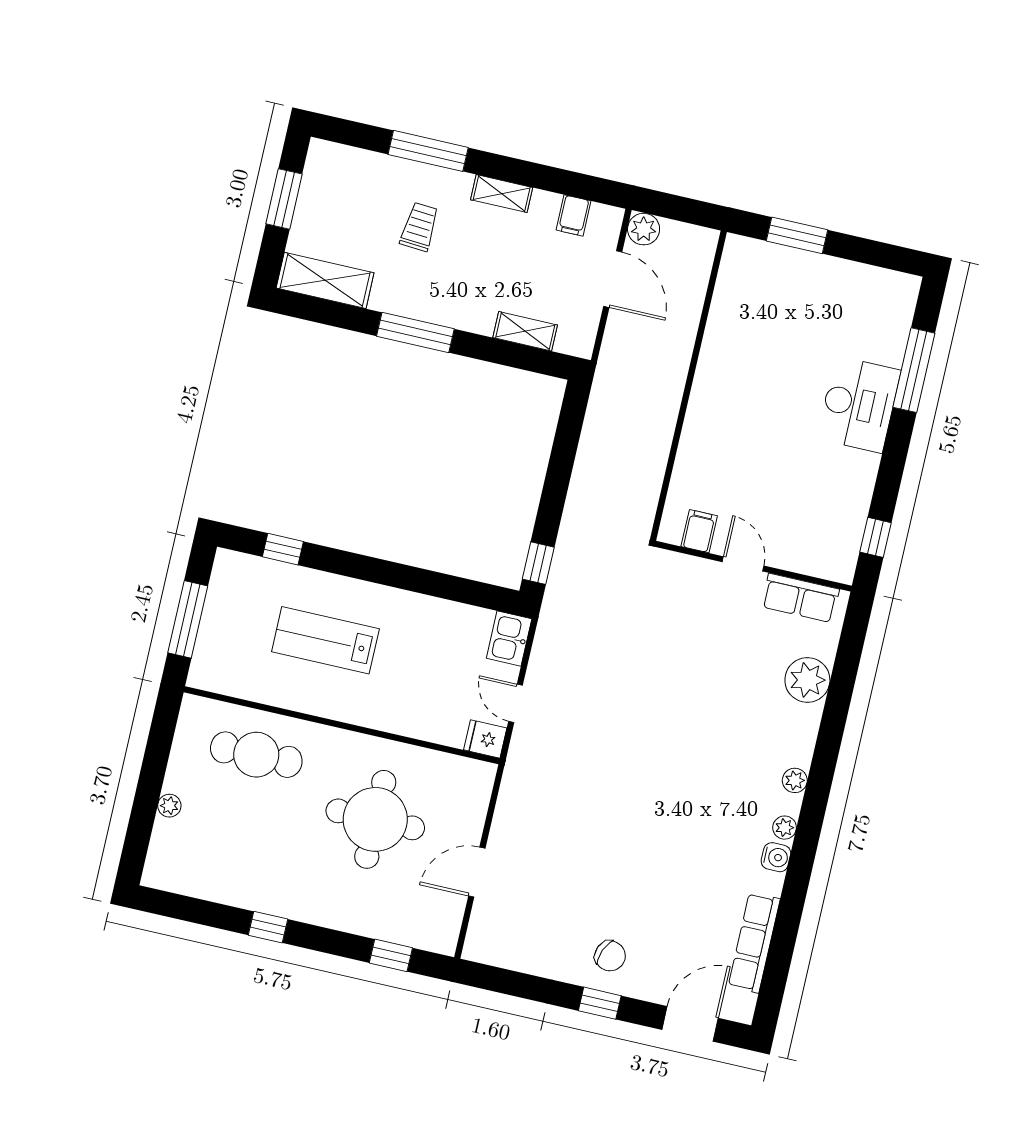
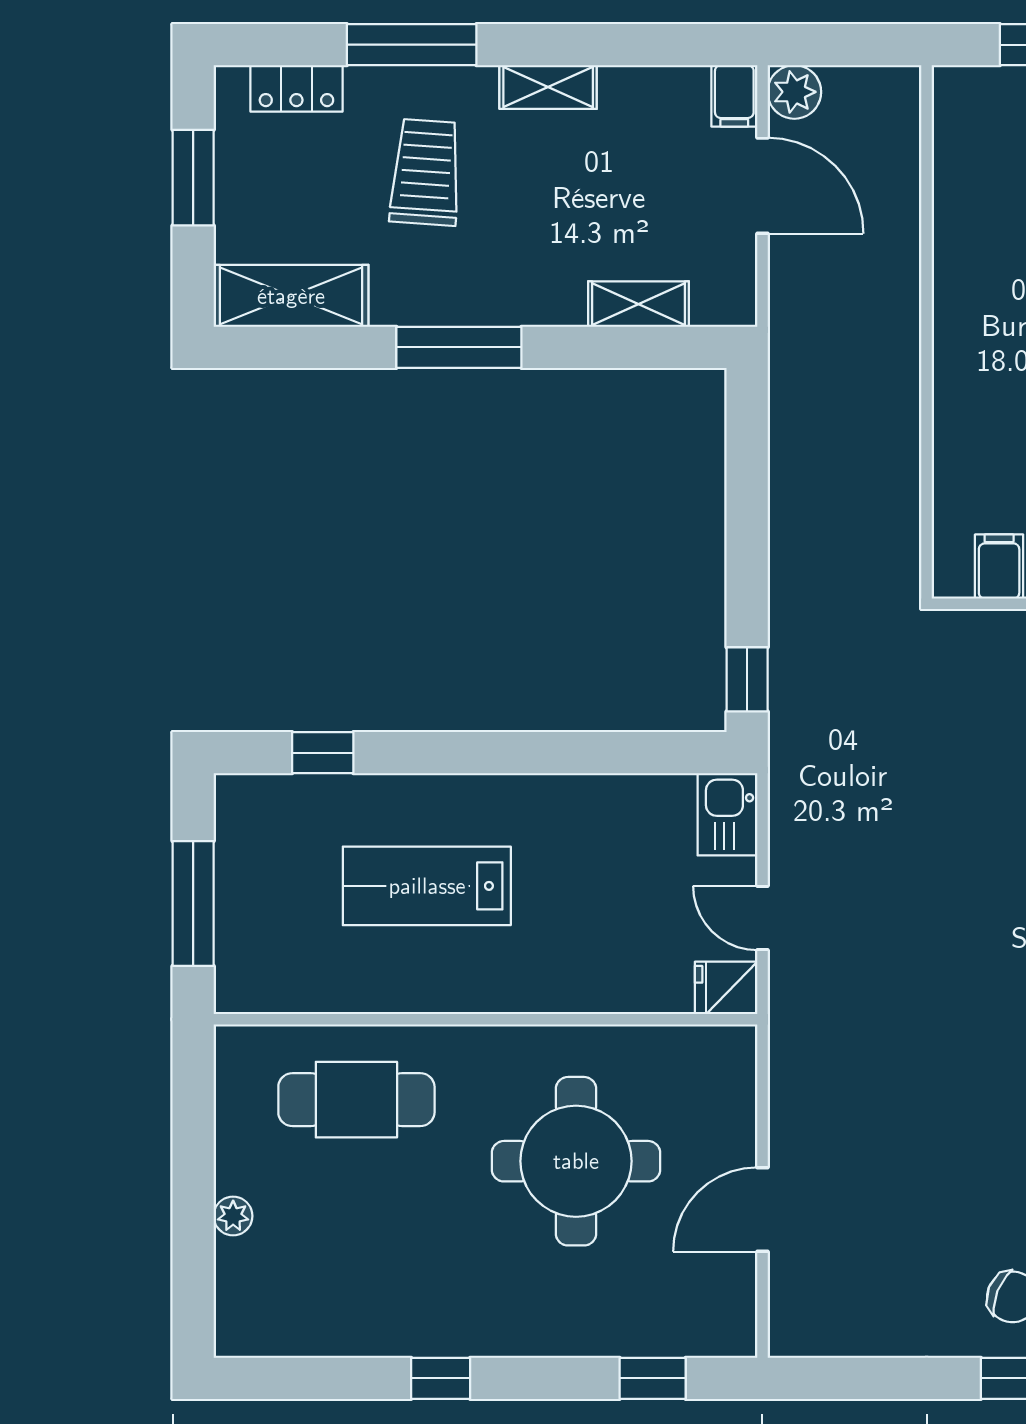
locker: (356, 161) -> (296, 88), added
filing cabinet: (573, 215) -> (734, 96), moved
trolley: (419, 227) -> (426, 172), width x1.36, depth x1.39

